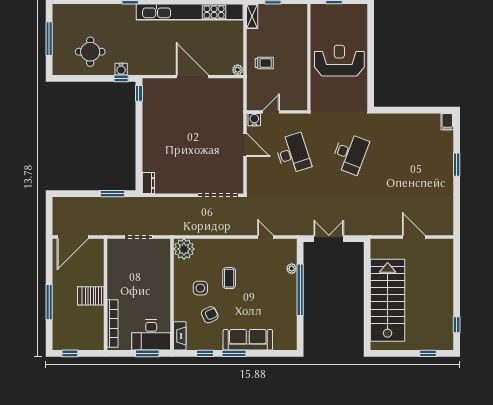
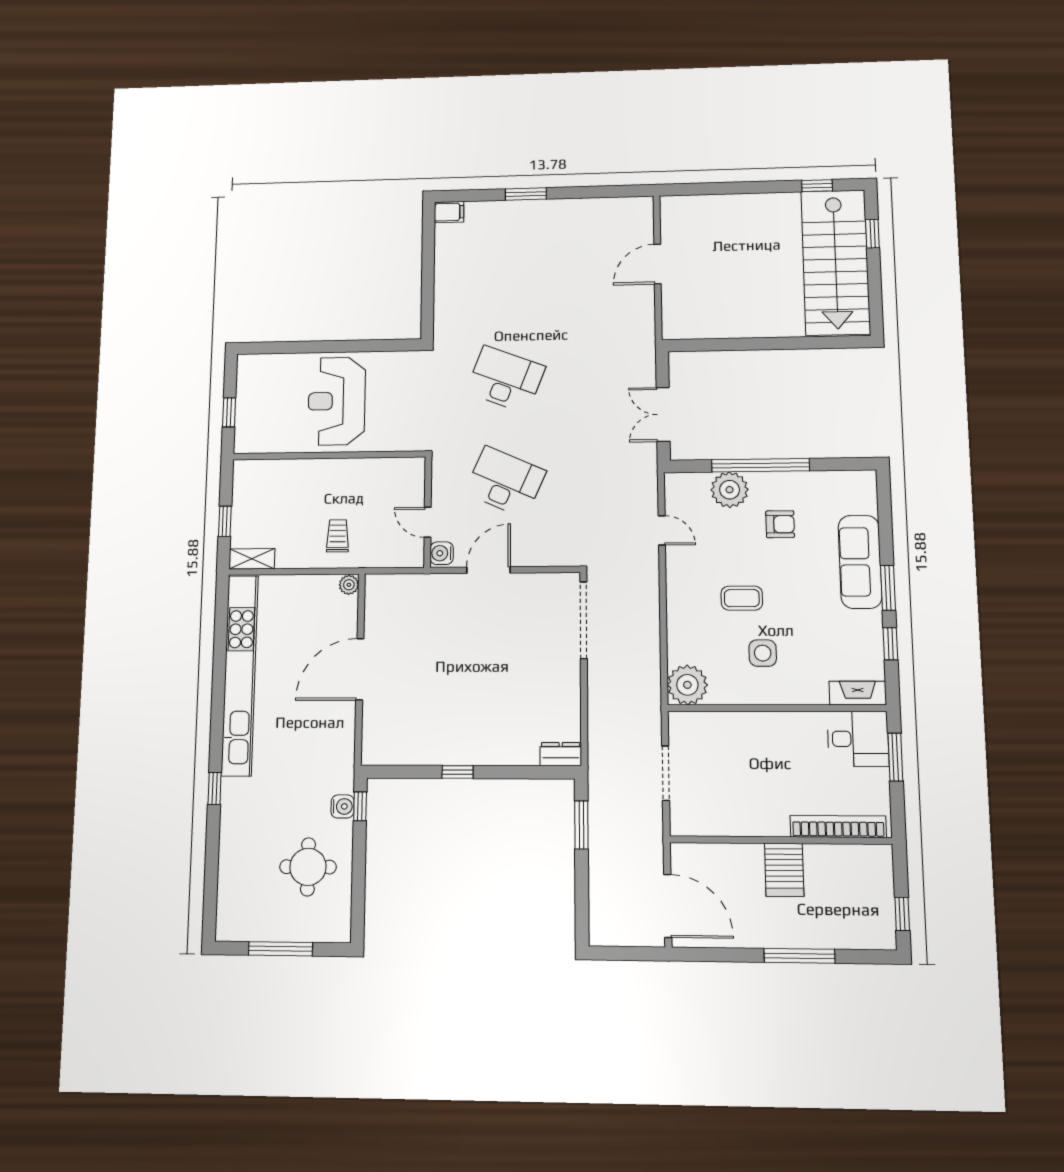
window: (139, 93) -> (458, 772), moved
desk: (293, 154) -> (505, 482), turned 42
door: (266, 237) -> (662, 530), swing flipped
plant: (292, 269) -> (730, 490), width x1.87, depth x1.87
stairs: (388, 300) -> (835, 262), moved, turned -90
armchair: (210, 315) -> (780, 524), moved, turned 115
desk: (151, 335) -> (858, 739), width x0.73

